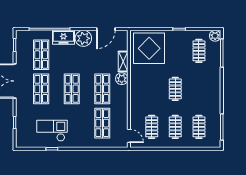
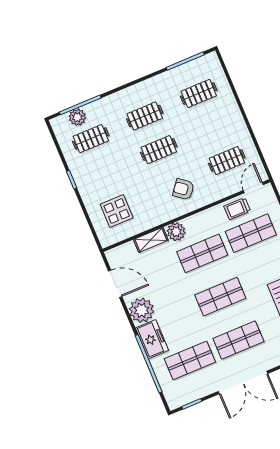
plant: (215, 36) -> (77, 117), moved
display table: (149, 48) -> (117, 211), width x0.54, depth x0.54
armchair: (145, 94) -> (183, 189), added
trolley: (120, 121) -> (237, 209), added
clothes rail: (175, 127) -> (145, 116), moved

